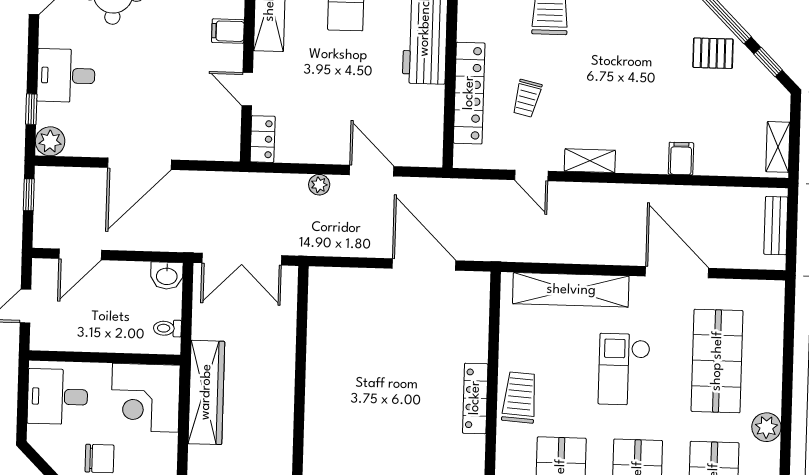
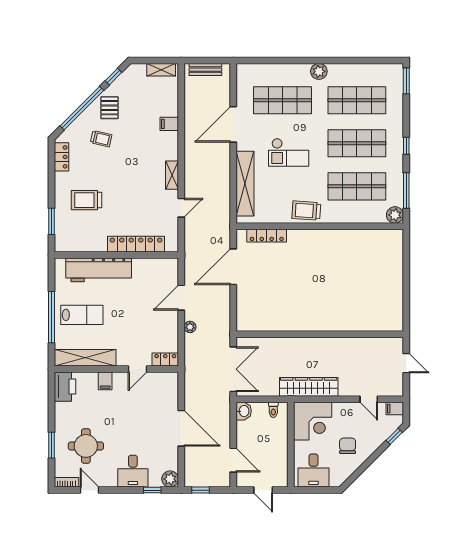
trolley: (527, 98) -> (101, 139), moved
locker: (475, 398) -> (267, 236), moved

